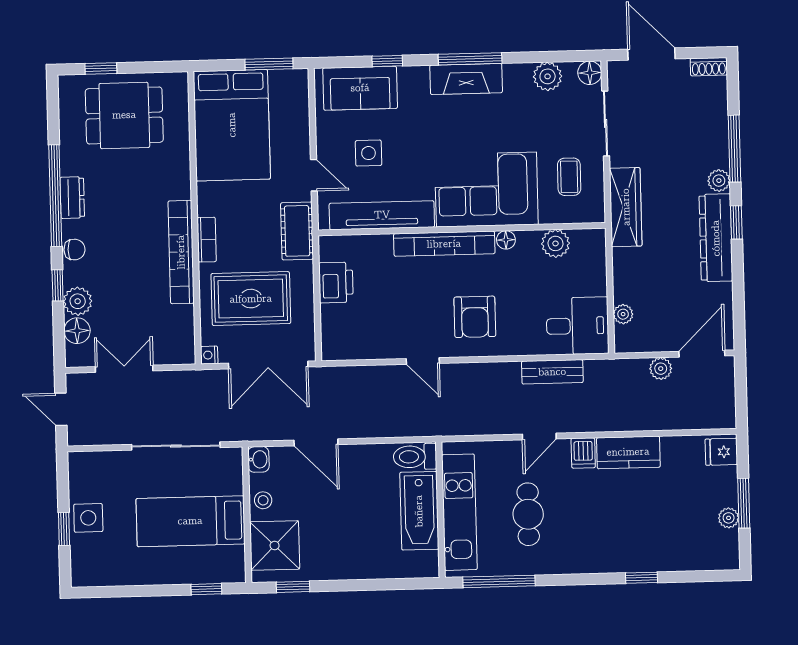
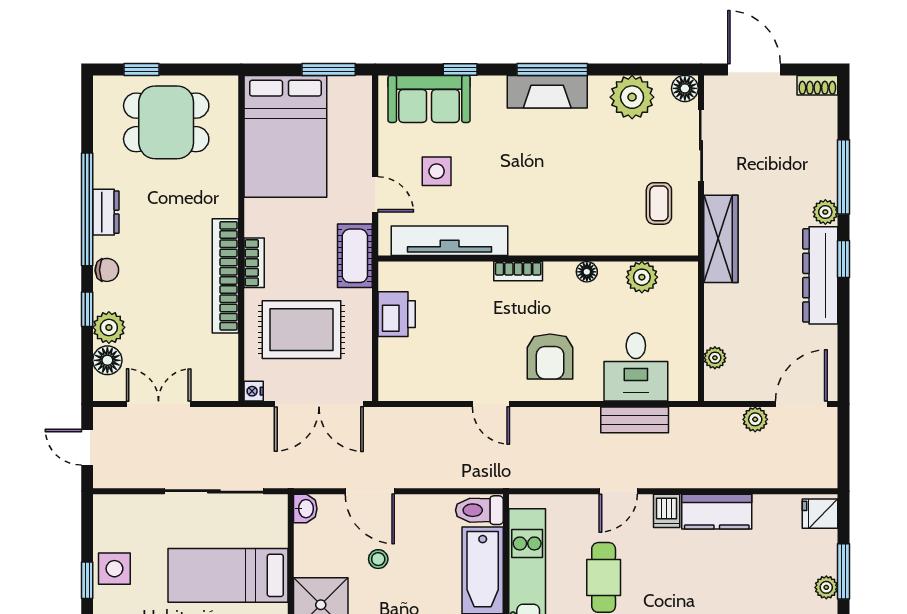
plant: (548, 76) -> (632, 97), width x1.36, depth x1.36
corner sofa: (486, 190) -> (567, 215), removed
bookcase: (444, 244) -> (518, 271), width x0.43, depth x0.76
desk: (577, 326) -> (636, 367), moved, turned 90
stool: (263, 500) -> (378, 559), moved

